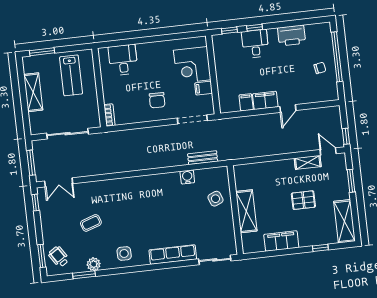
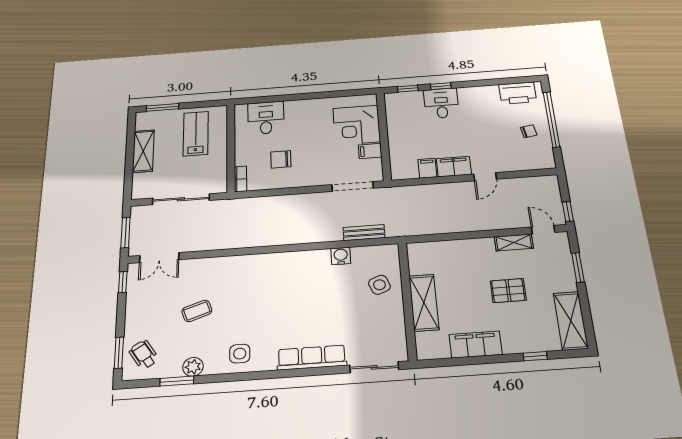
printer: (292, 35) -> (518, 93), moved
lab bench: (71, 75) -> (196, 133), turned 180
chair: (157, 100) -> (281, 159), moved, turned 89

